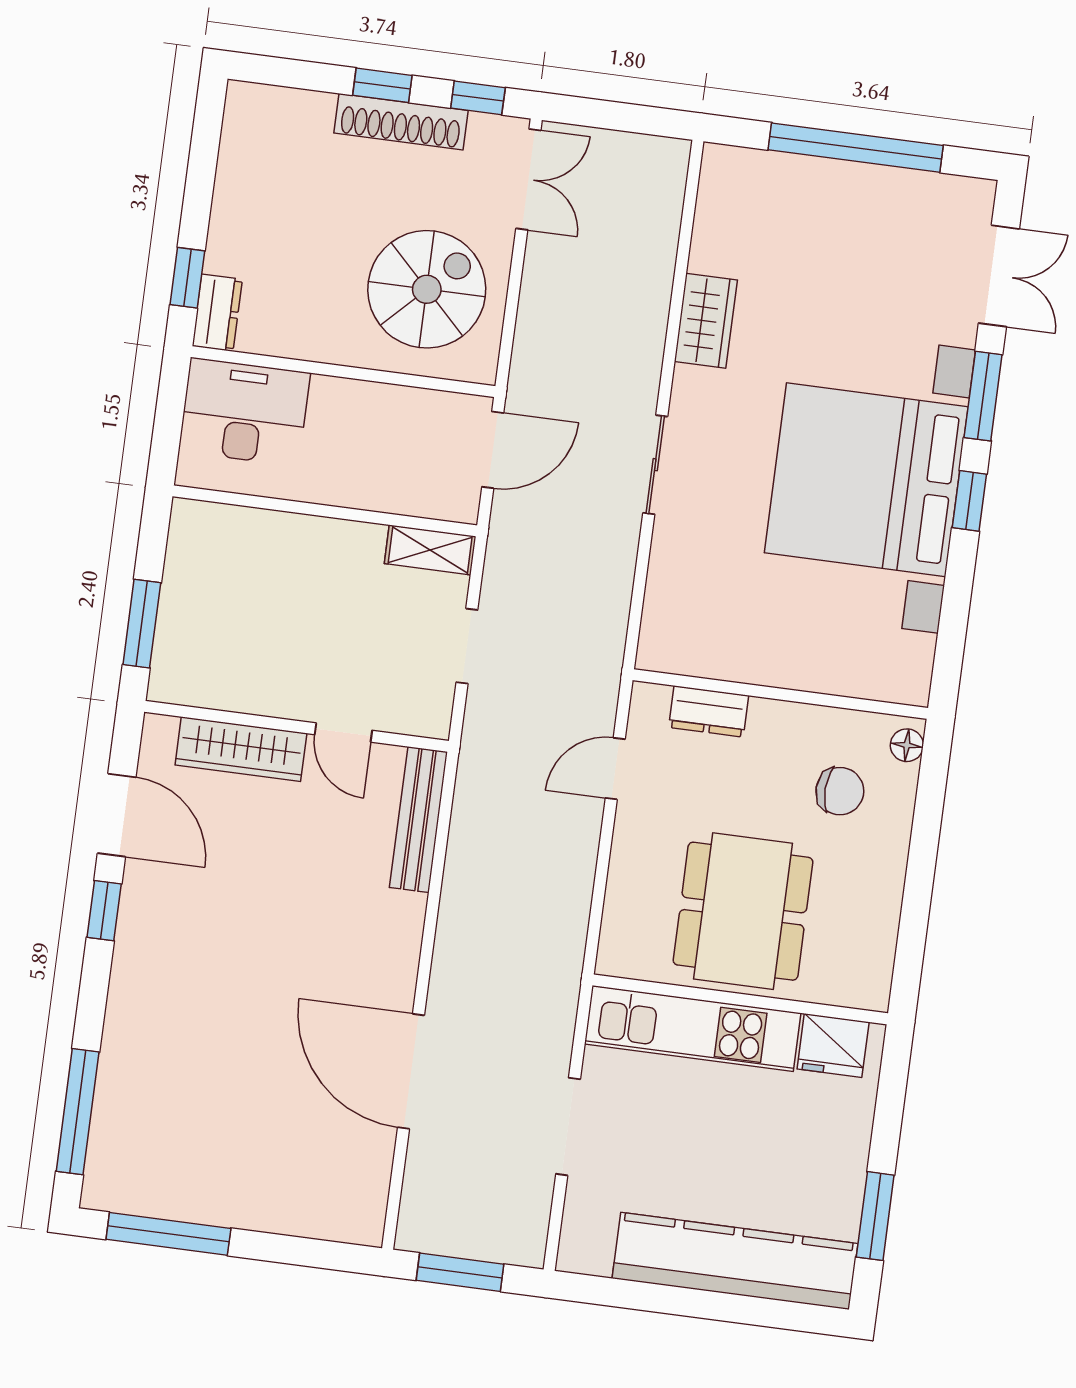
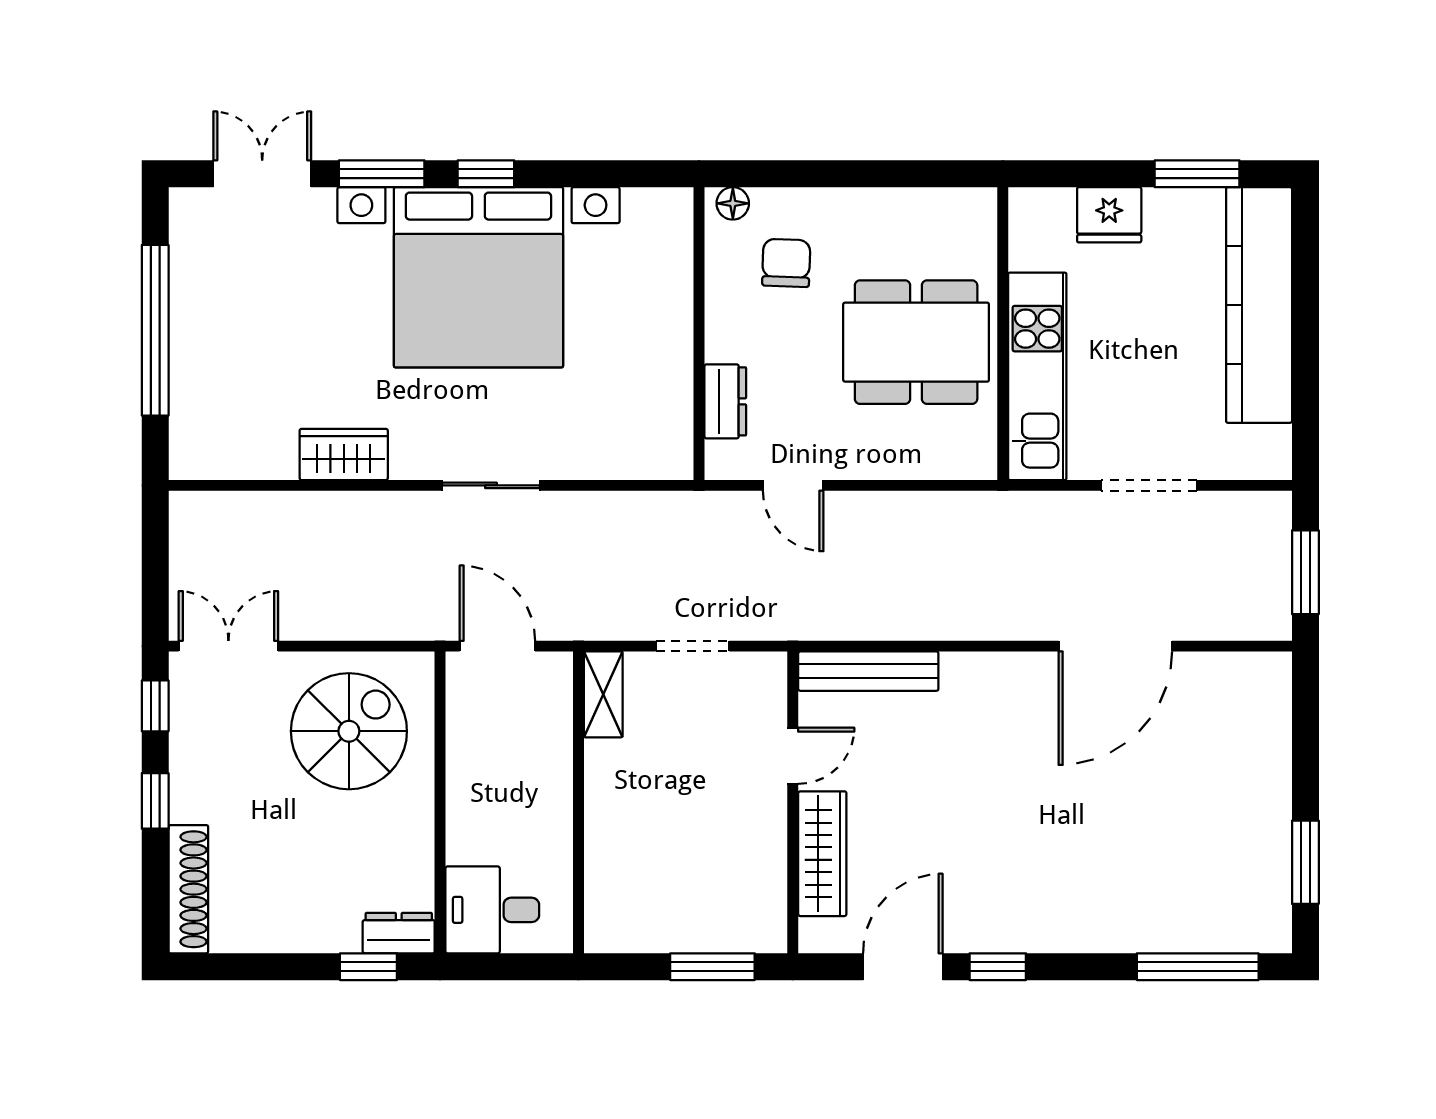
shoe rack: (401, 122) -> (188, 889), moved
spiral stairs: (427, 289) -> (349, 731), turned 90
desk: (244, 412) -> (492, 910), width x0.73
fridge: (833, 1045) -> (1109, 215), moved, turned 90
window: (168, 1234) -> (1305, 862), width x0.69

